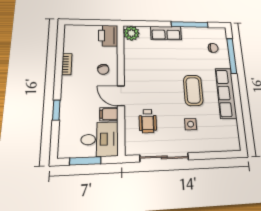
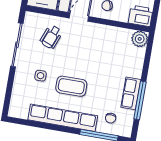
row of seats: (166, 33) -> (131, 93), moved
row of seats: (226, 93) -> (63, 118), width x1.36
wheelchair: (148, 121) -> (51, 37), turned -69

